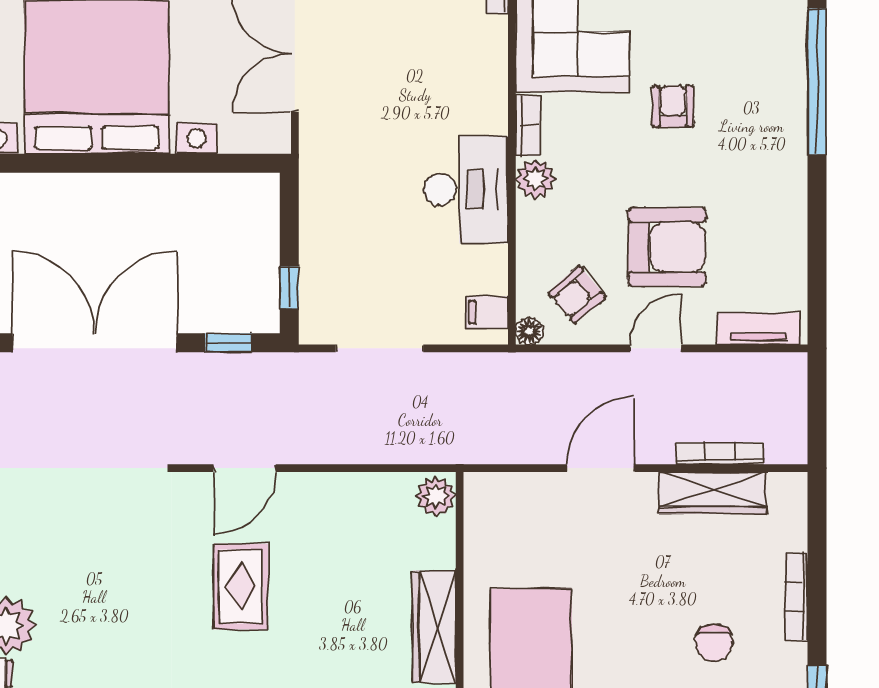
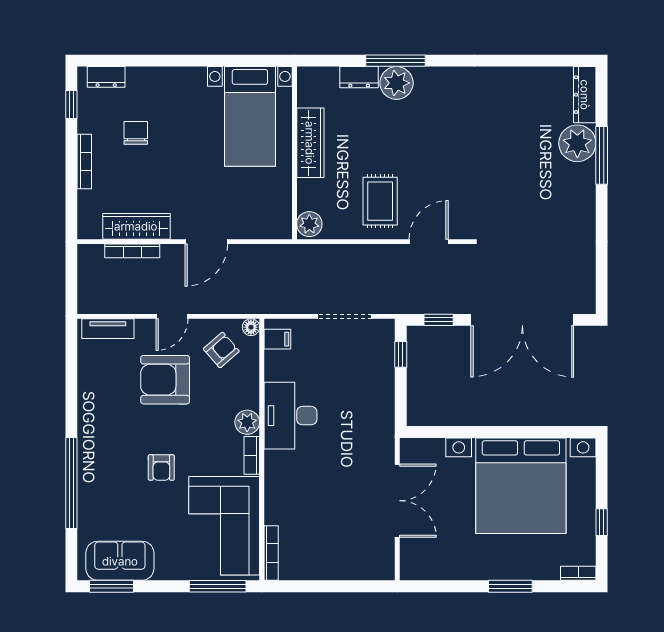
rug: (241, 587) -> (380, 201), moved

